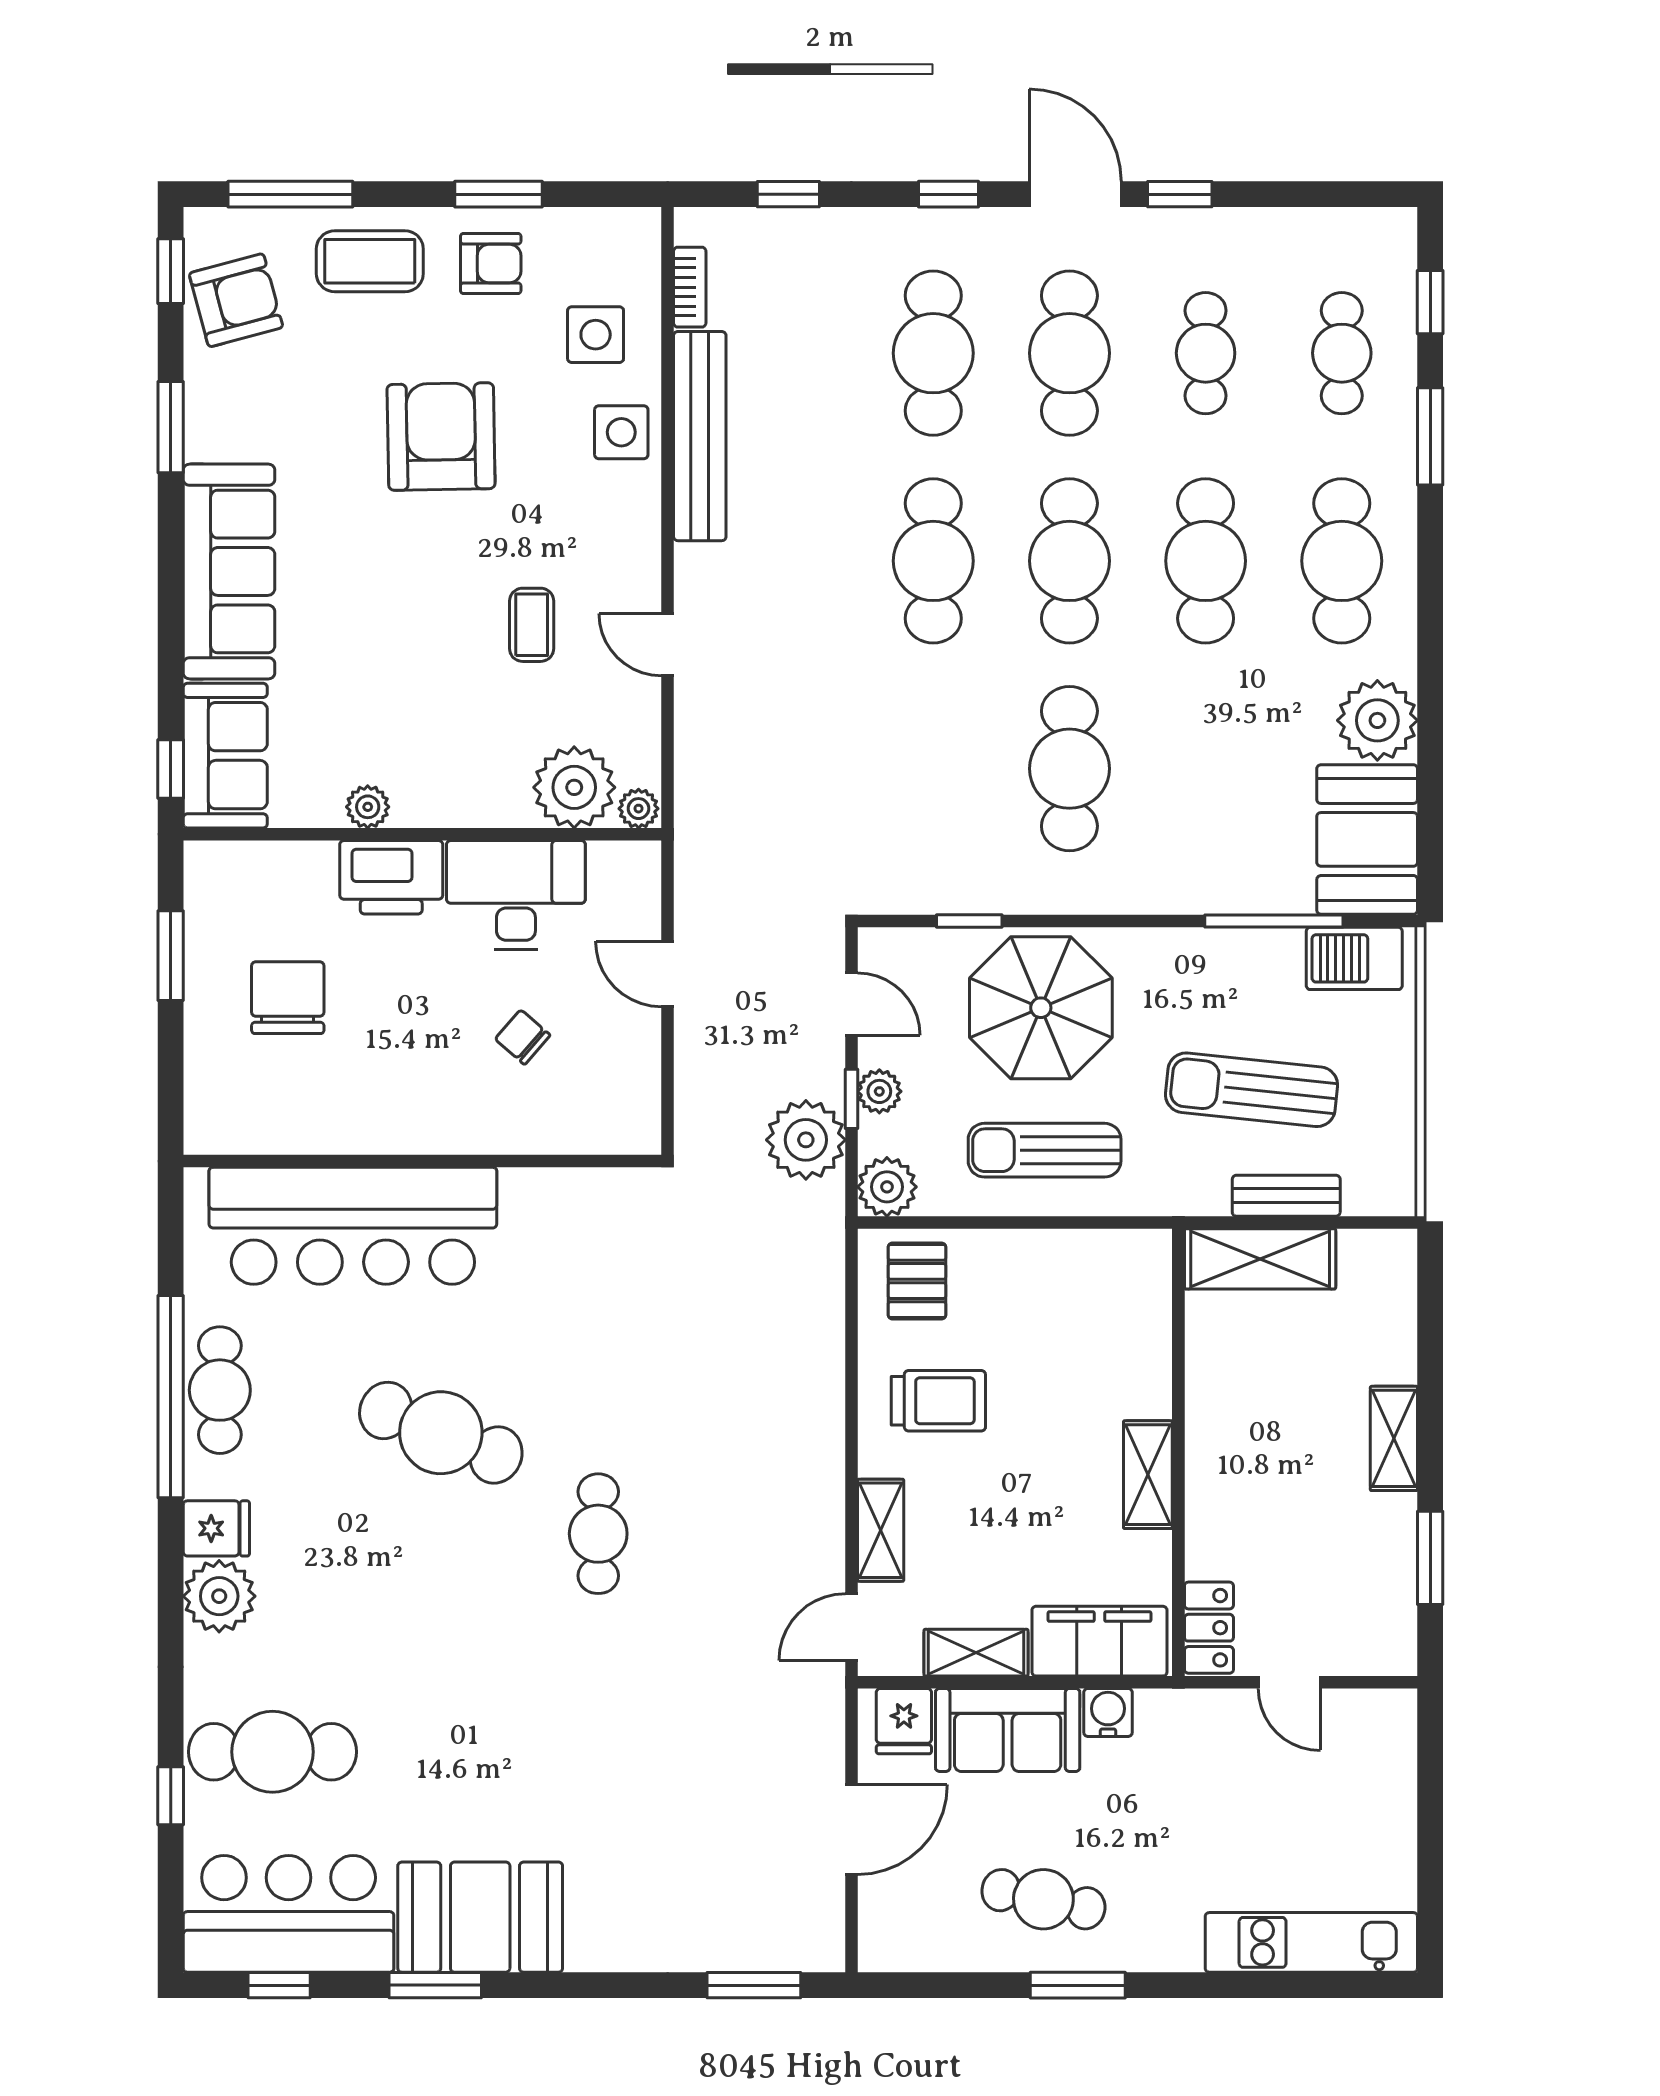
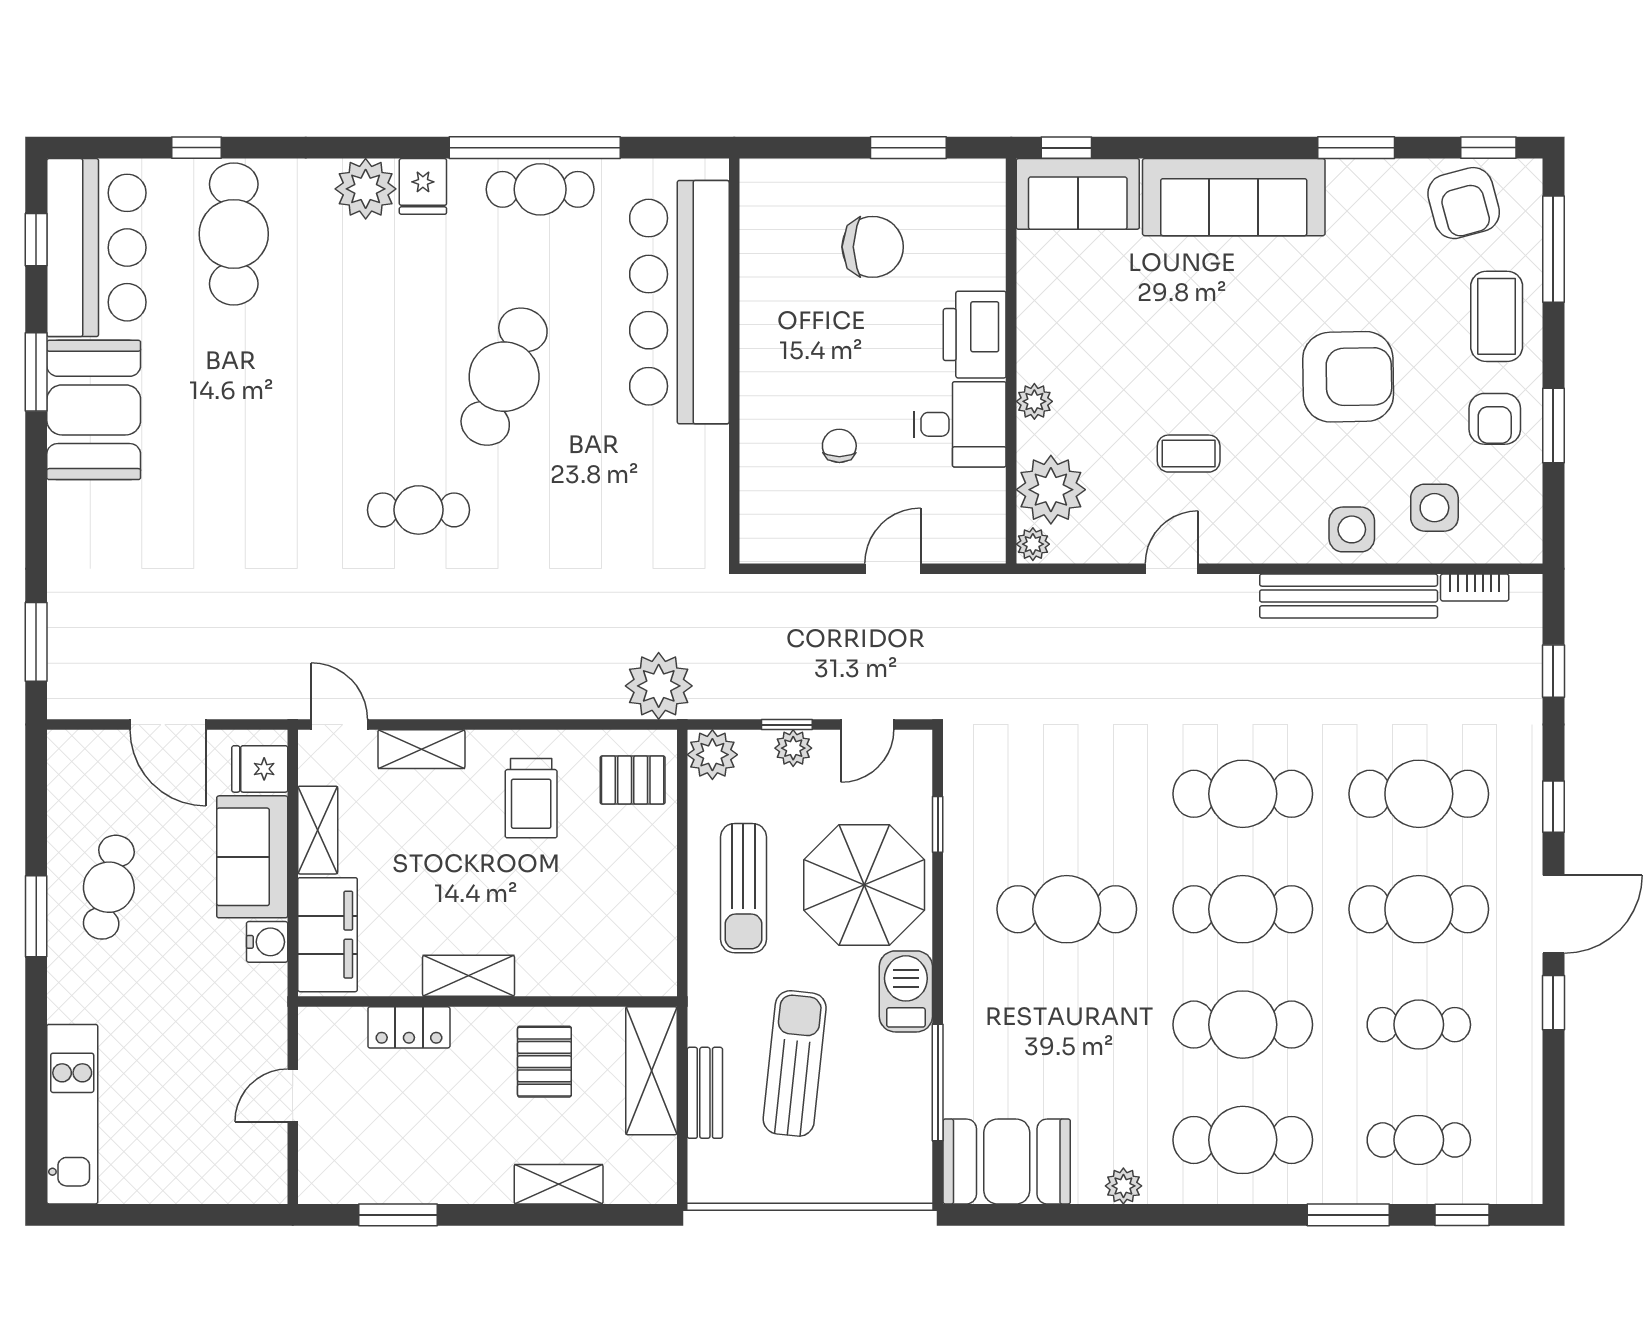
plant: (1377, 720) -> (1123, 1186), width x0.53, depth x0.53
plant: (368, 807) -> (1034, 401), moved
desk: (516, 895) -> (960, 424), width x0.73
barbecue: (1354, 958) -> (906, 991), moved
chair: (523, 1037) -> (839, 446), turned -41
plant: (806, 1140) -> (659, 686), moved
sun lounger: (1045, 1150) -> (743, 888), turned 180
pallet: (1249, 1385) -> (544, 1062), added
shelving: (1394, 1438) -> (559, 1184), moved
locker: (1209, 1628) -> (409, 1027), moved

